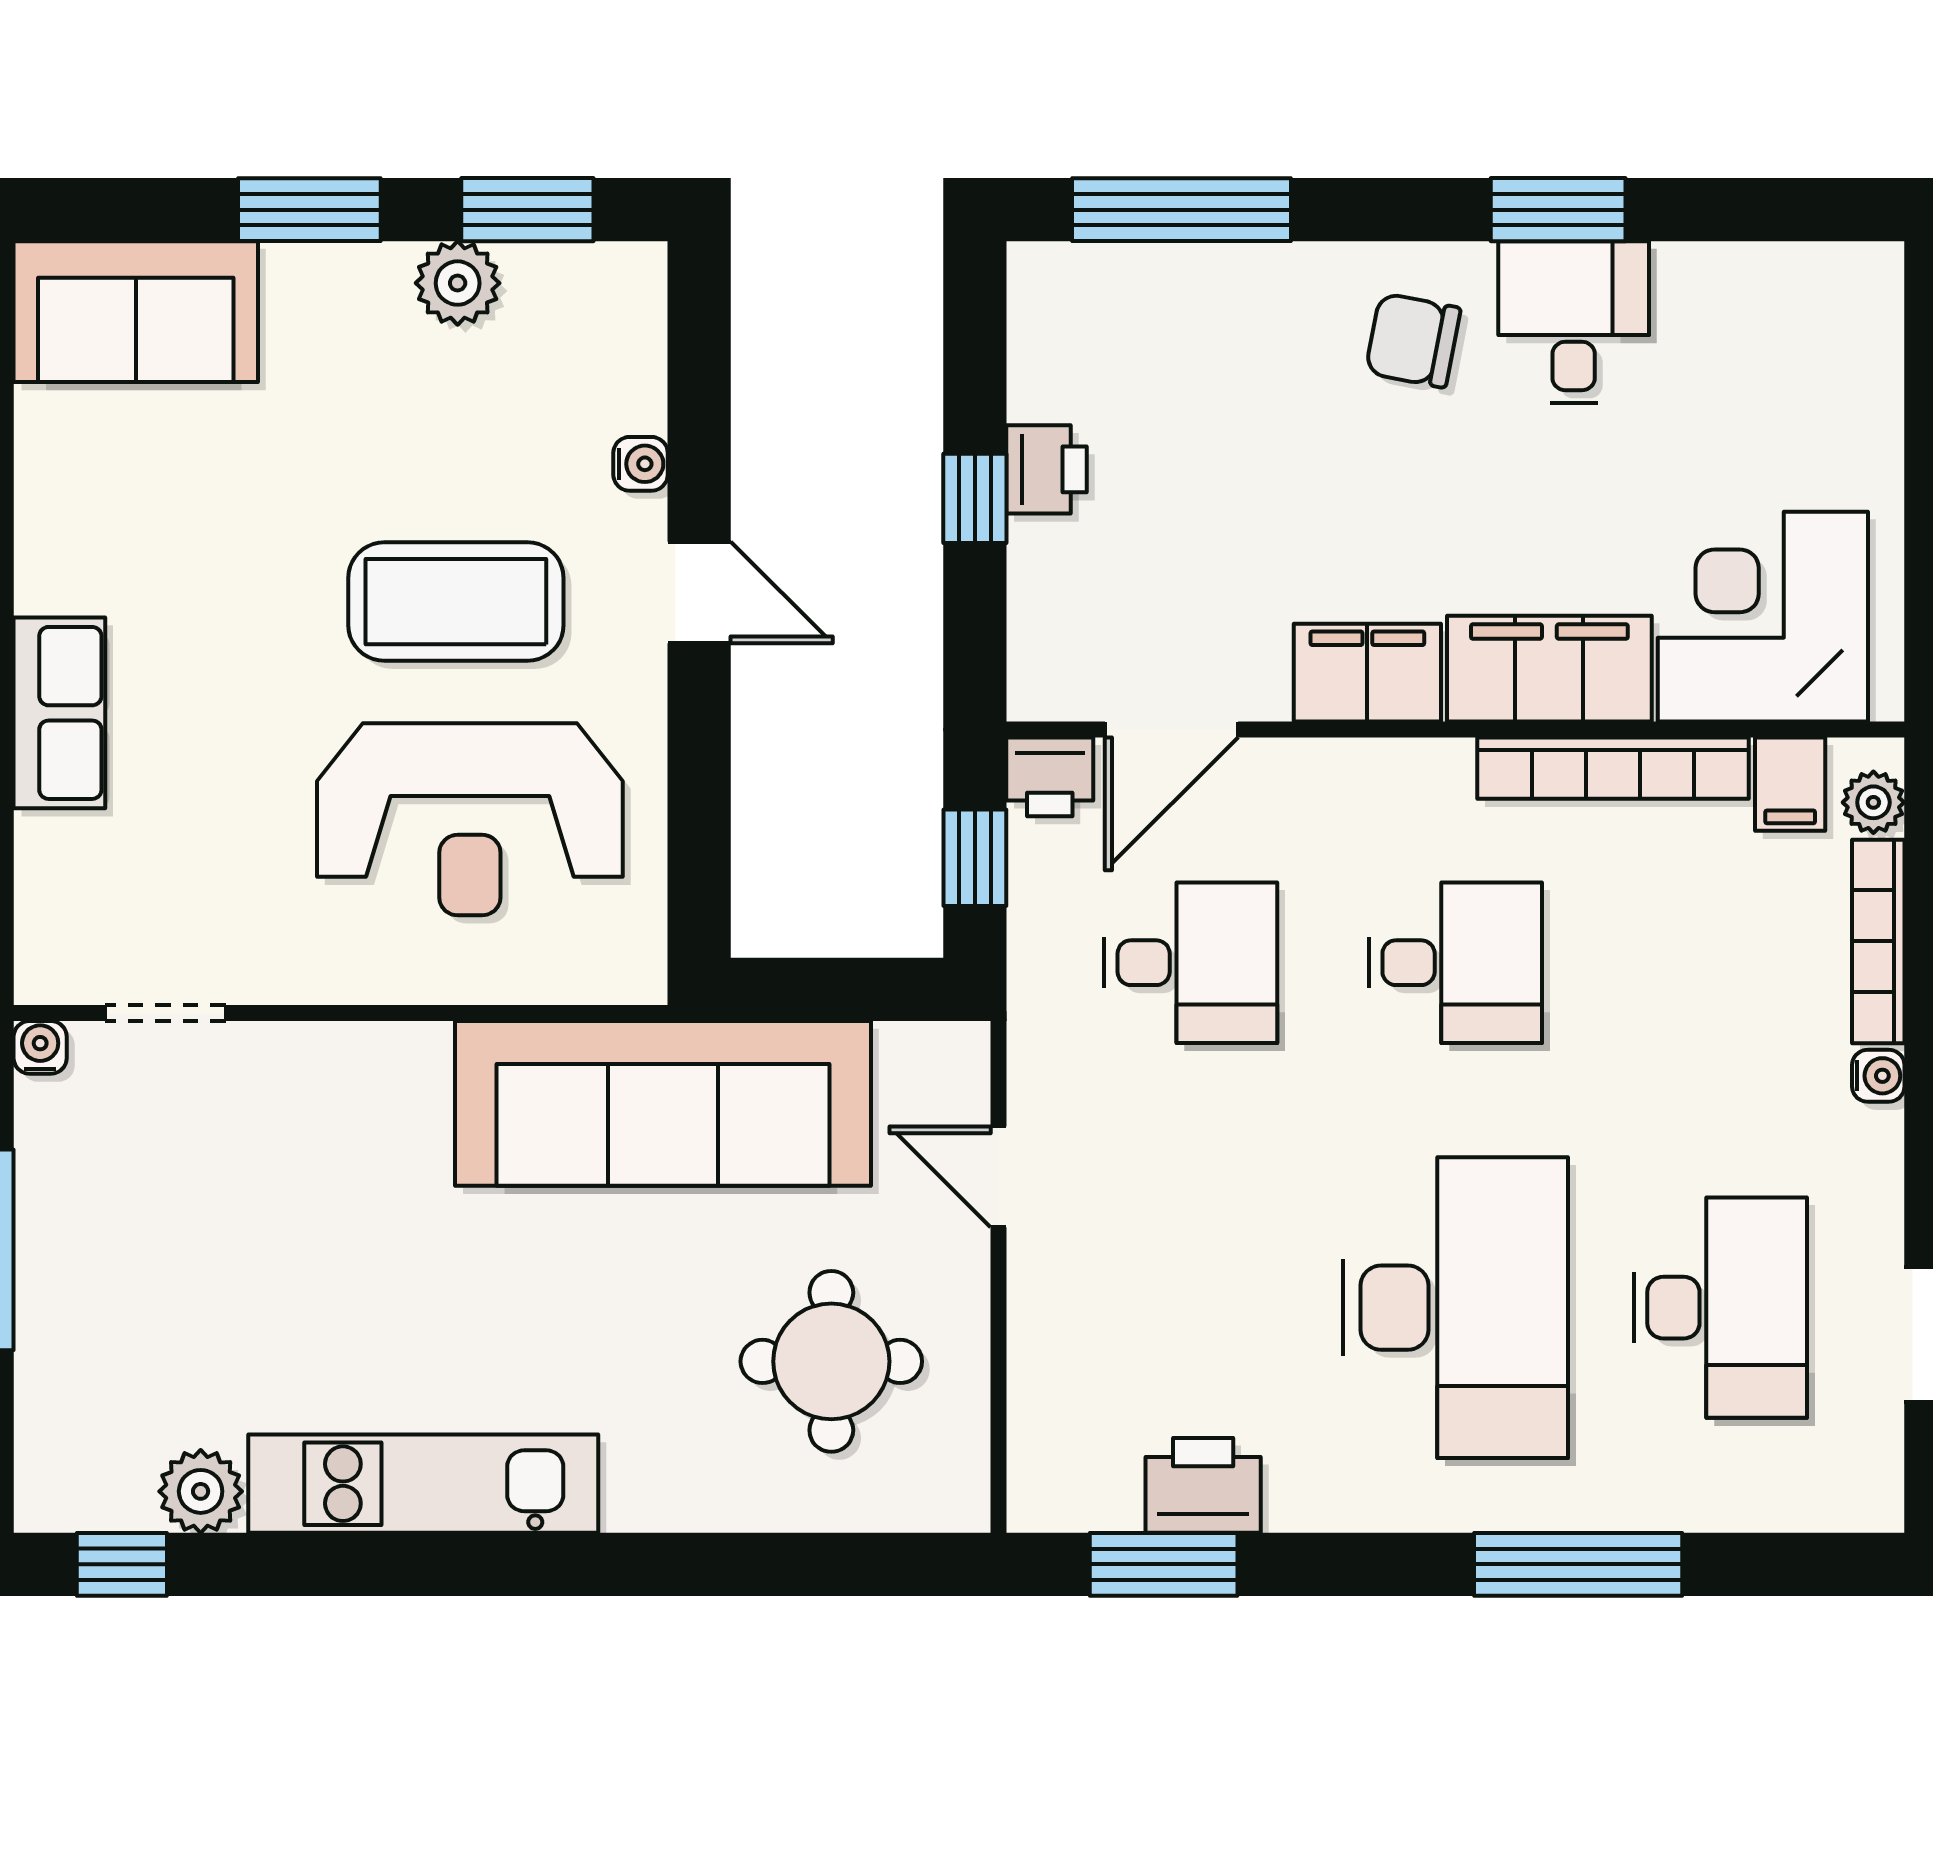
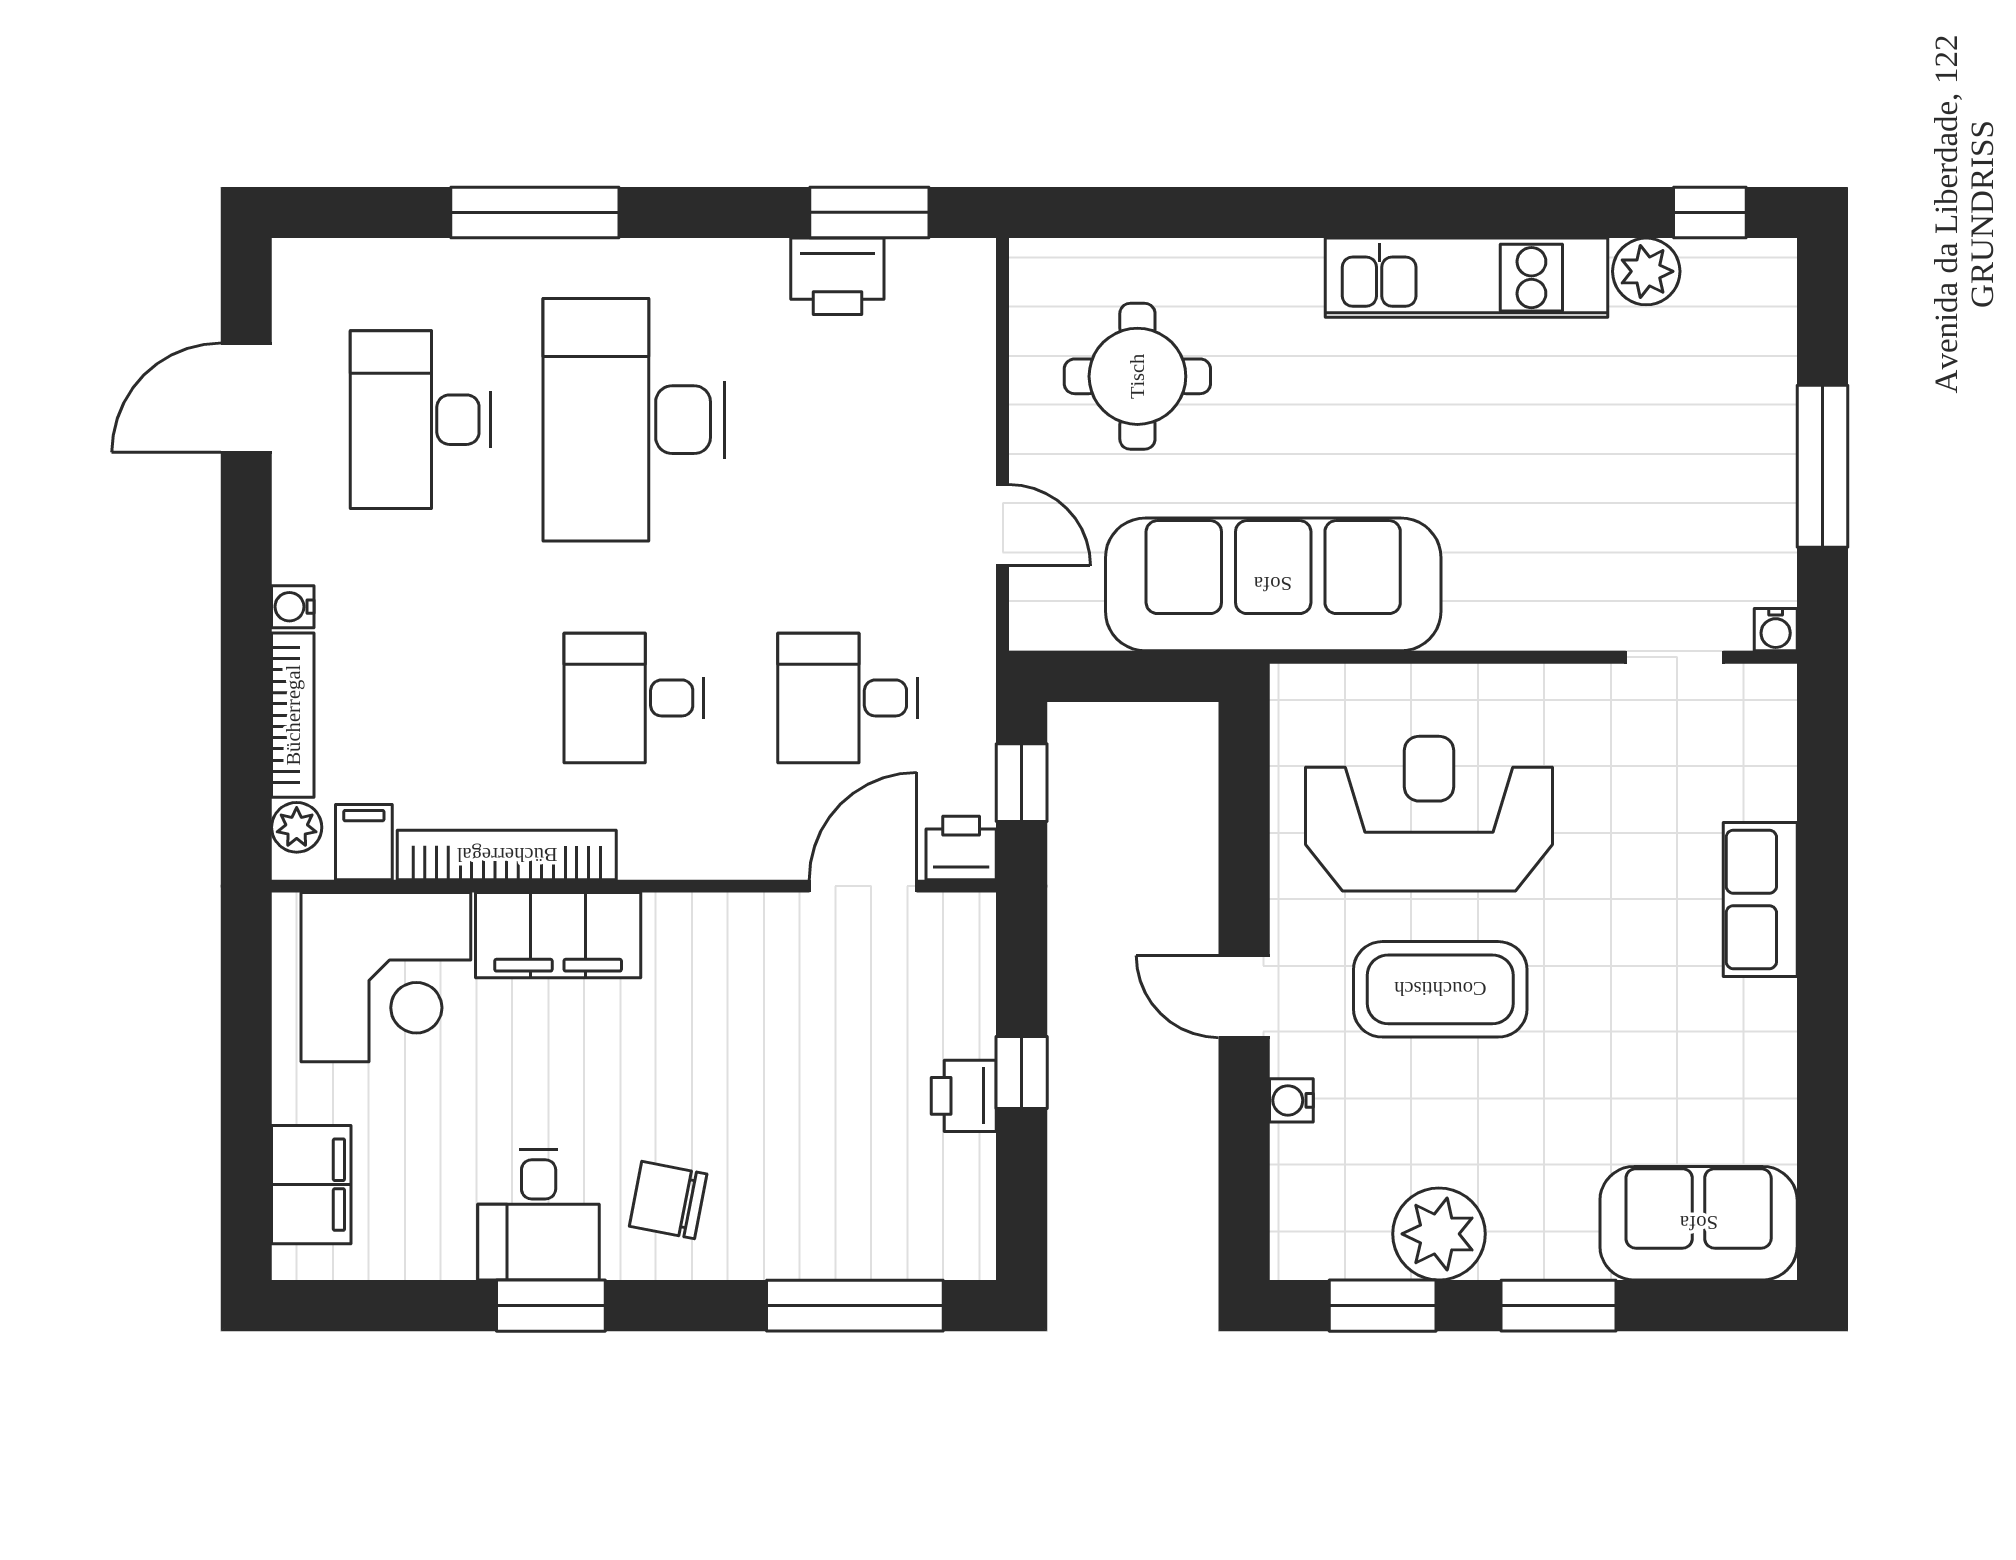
plant: (458, 283) -> (1439, 1234), width x1.36, depth x1.36
chair: (1413, 340) -> (668, 1200), turned 180
filing cabinet: (1367, 673) -> (311, 1185), moved, turned -90

